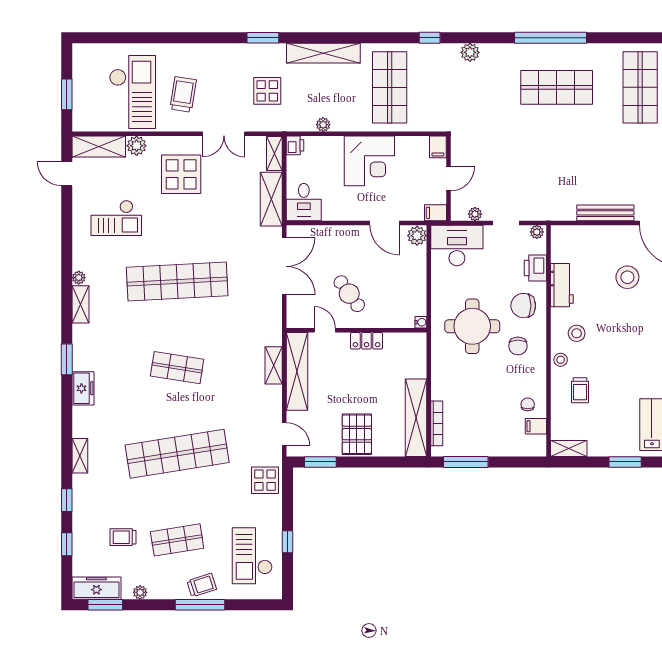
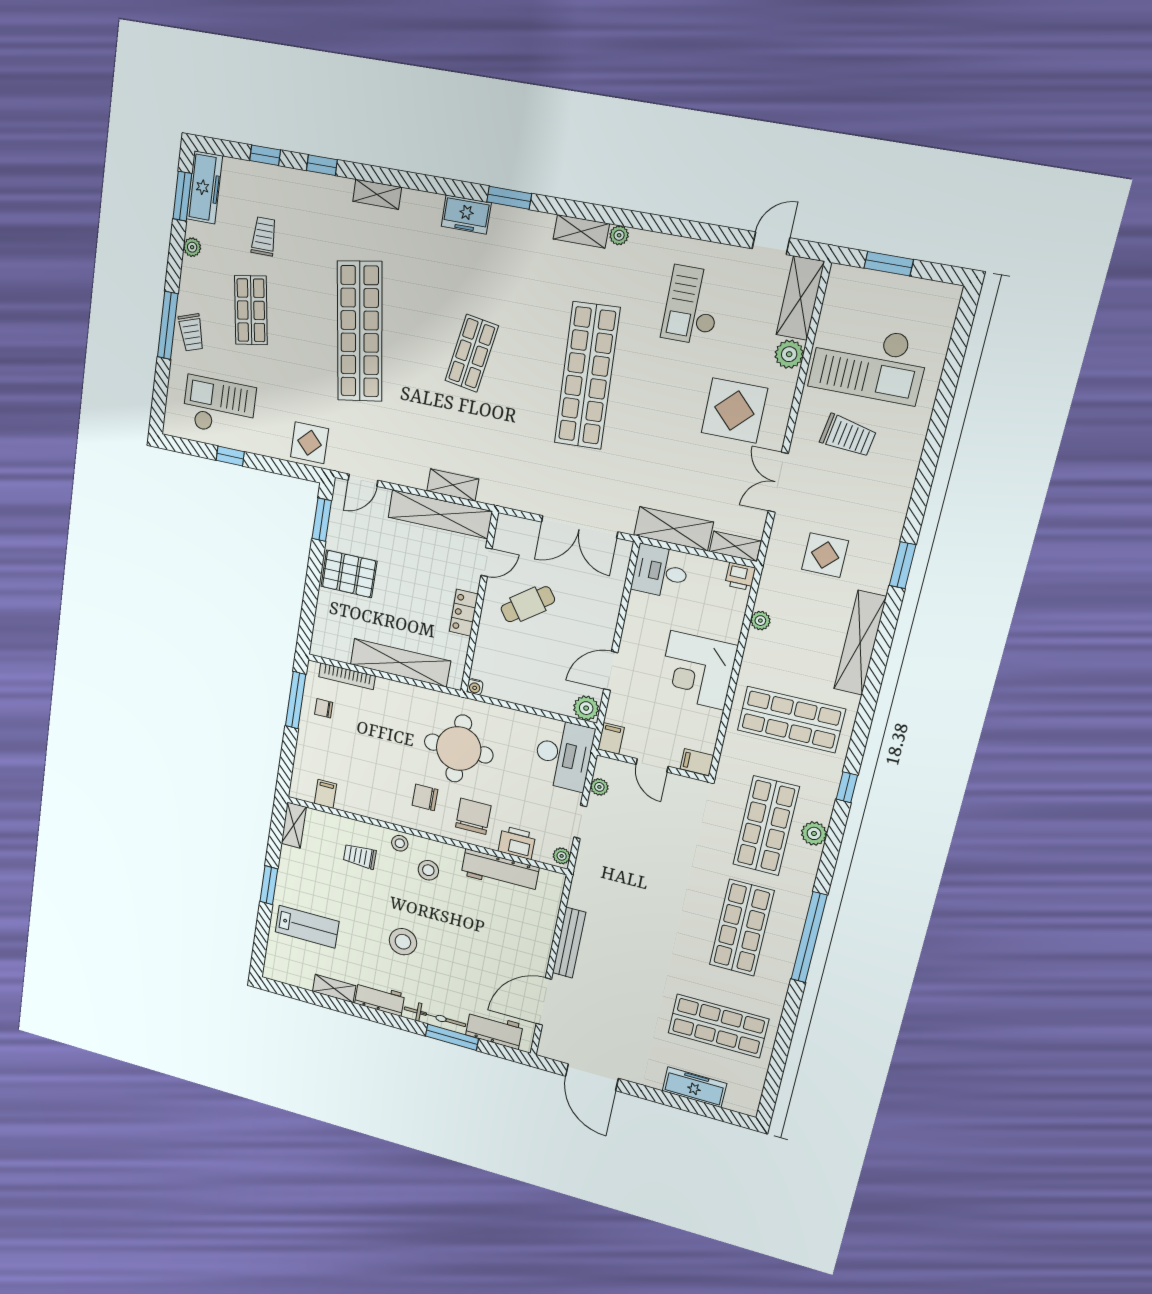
shop shelf: (473, 87) -> (766, 826), added
stool: (627, 277) -> (403, 942), moved
workbench: (562, 285) -> (500, 871), width x1.38
chair: (528, 404) -> (324, 708), moved, turned 180
shelving: (416, 418) -> (400, 663), moved

